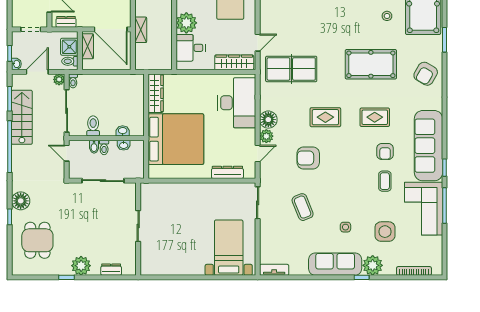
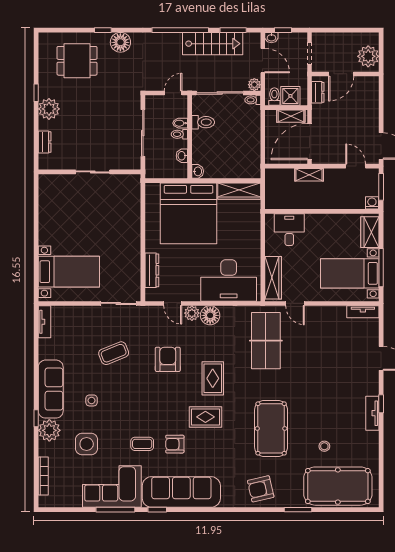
plant: (186, 23) -> (317, 225), removed
armchair: (426, 74) -> (261, 489), turned -43
rug: (375, 117) -> (205, 417), moved, turned 90
washbasin: (123, 131) -> (198, 171), moved

